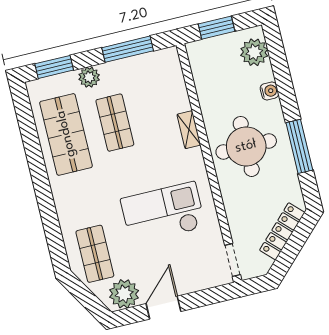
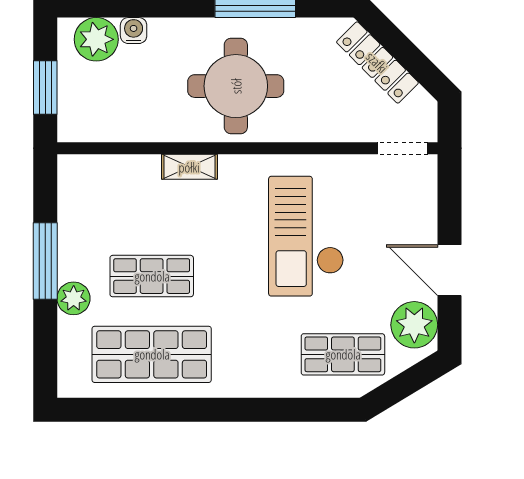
window: (128, 49) -> (45, 261), moved
window: (54, 67) -> (45, 348), removed
water cooler: (269, 91) -> (134, 31), moved

